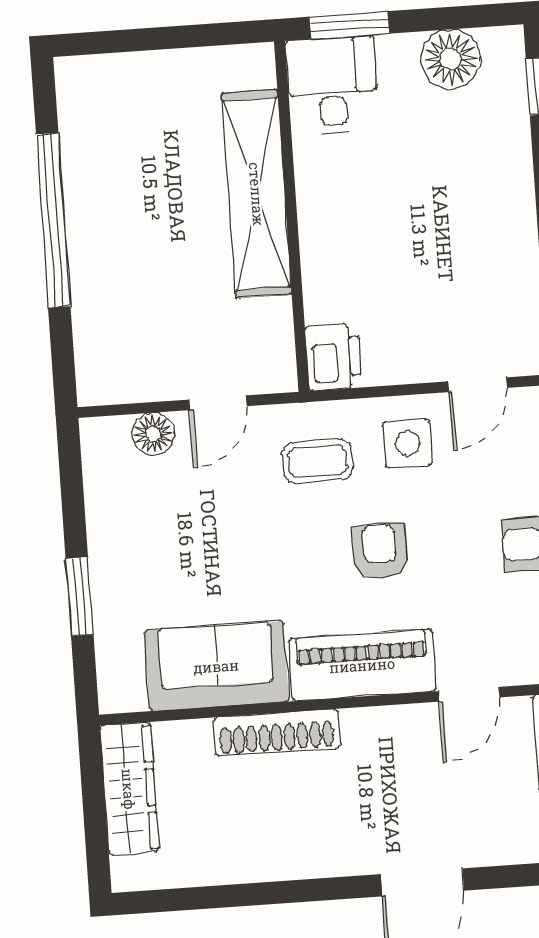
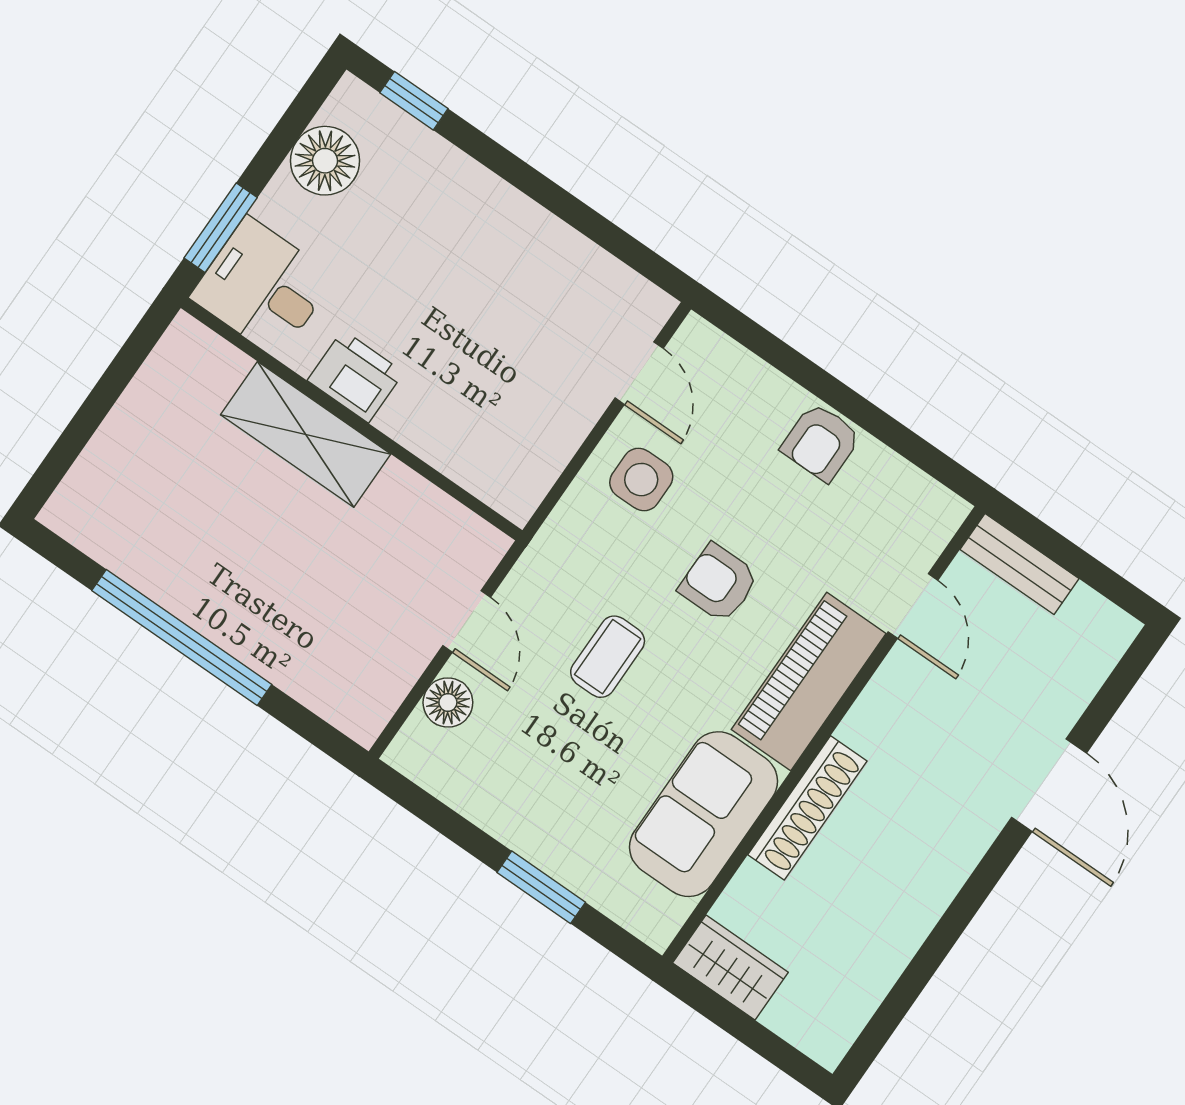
shelving: (257, 194) -> (306, 434), width x0.68
printer: (334, 357) -> (356, 376), moved
coffee table: (317, 461) -> (608, 657), moved
wardrobe: (129, 789) -> (730, 968), width x0.67

